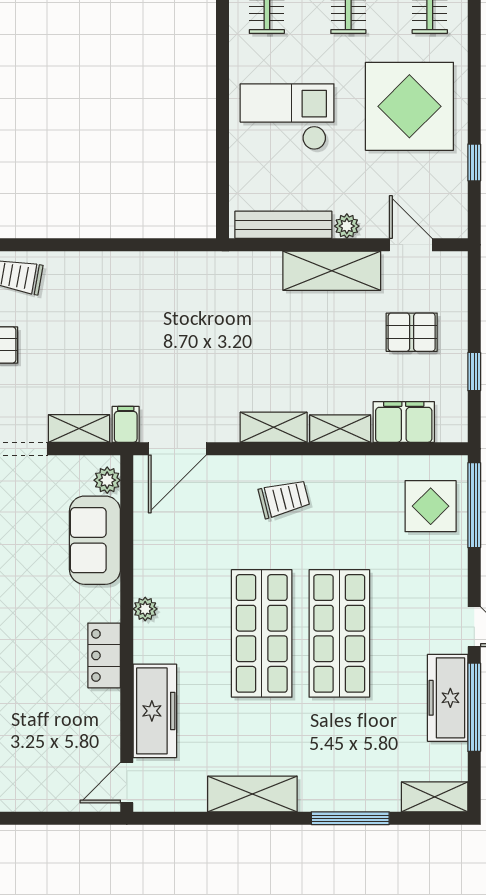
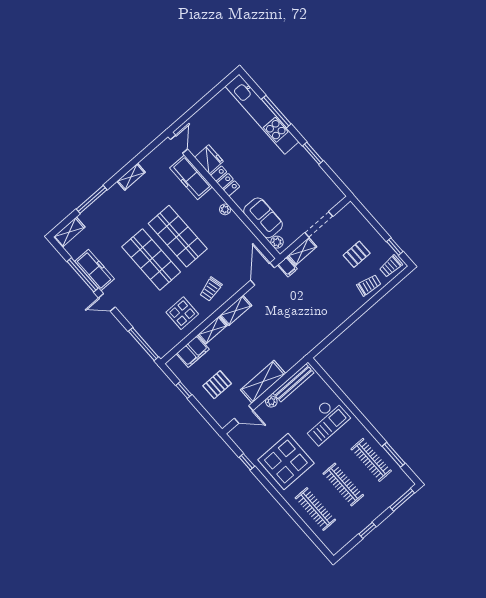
display table: (431, 506) -> (182, 313), moved
fridge: (100, 715) -> (209, 159), added
shelving: (252, 794) -> (131, 177), width x0.67, depth x0.75

